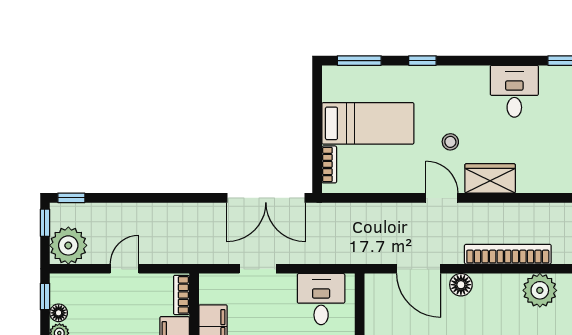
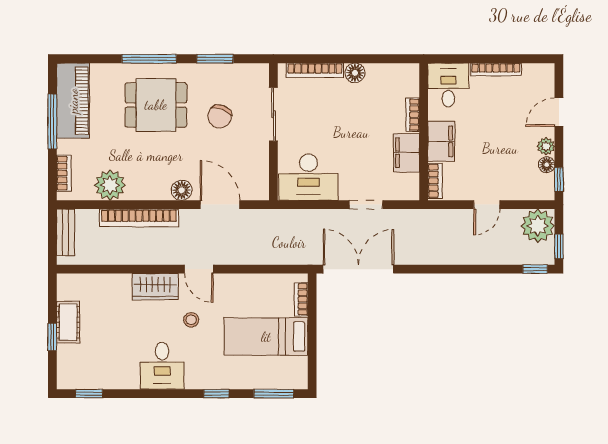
desk: (514, 91) -> (162, 366), moved
desk: (321, 299) -> (308, 177), width x1.37

